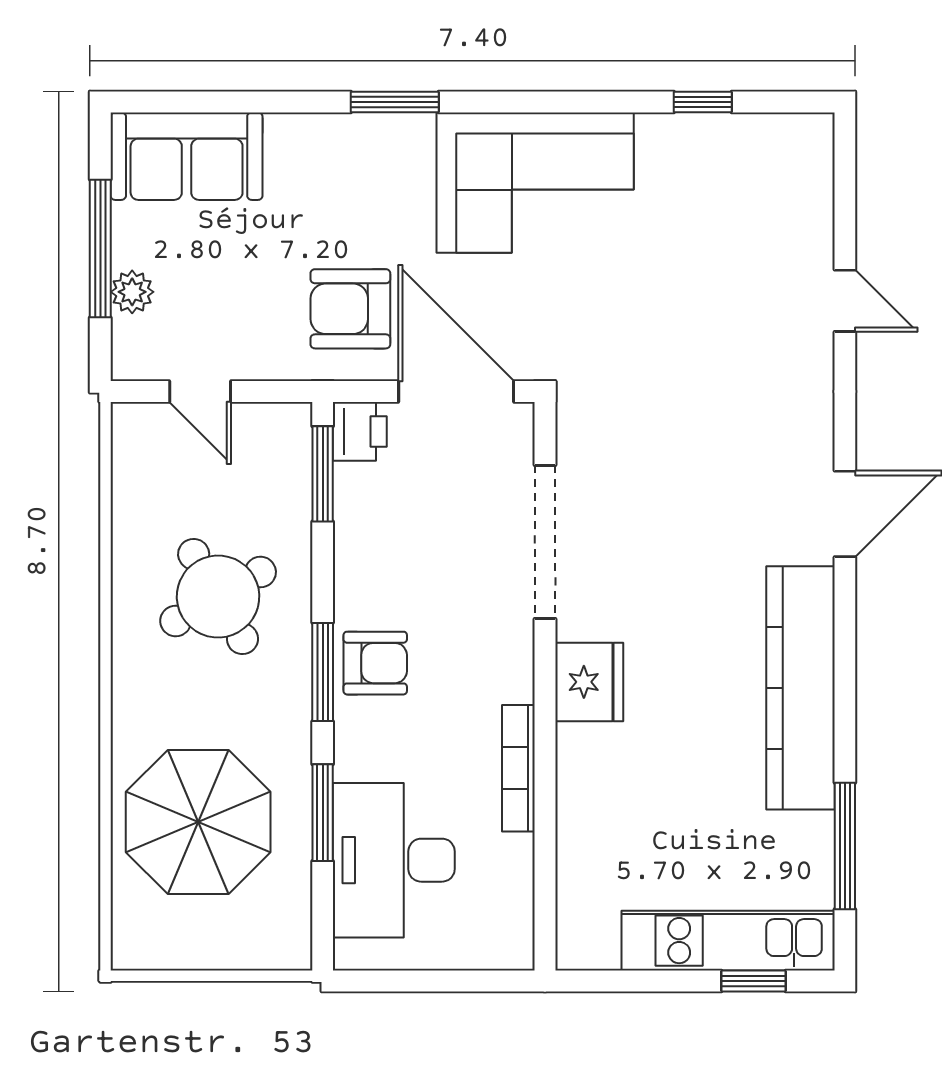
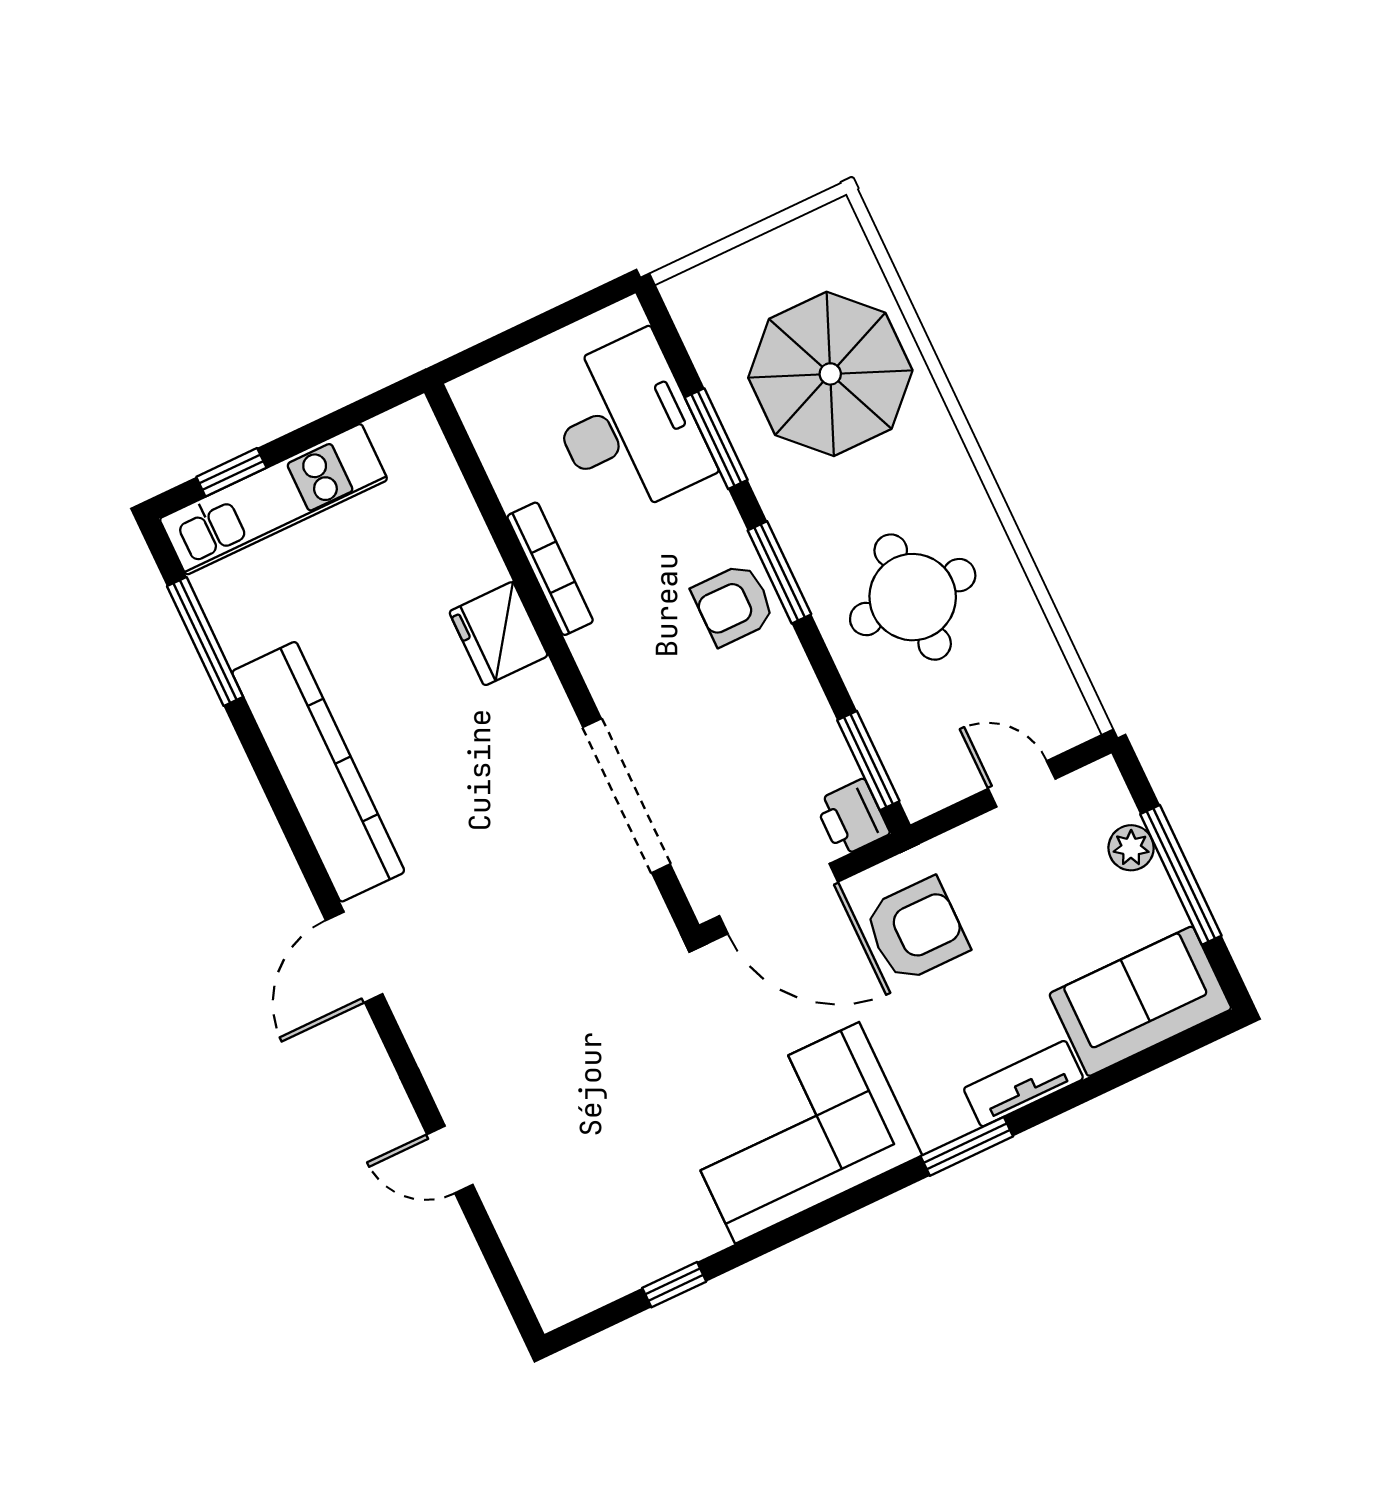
tv unit: (321, 133) -> (1023, 1084), added
round table: (218, 597) -> (913, 597), turned 30
fridge: (589, 682) -> (498, 634), moved

